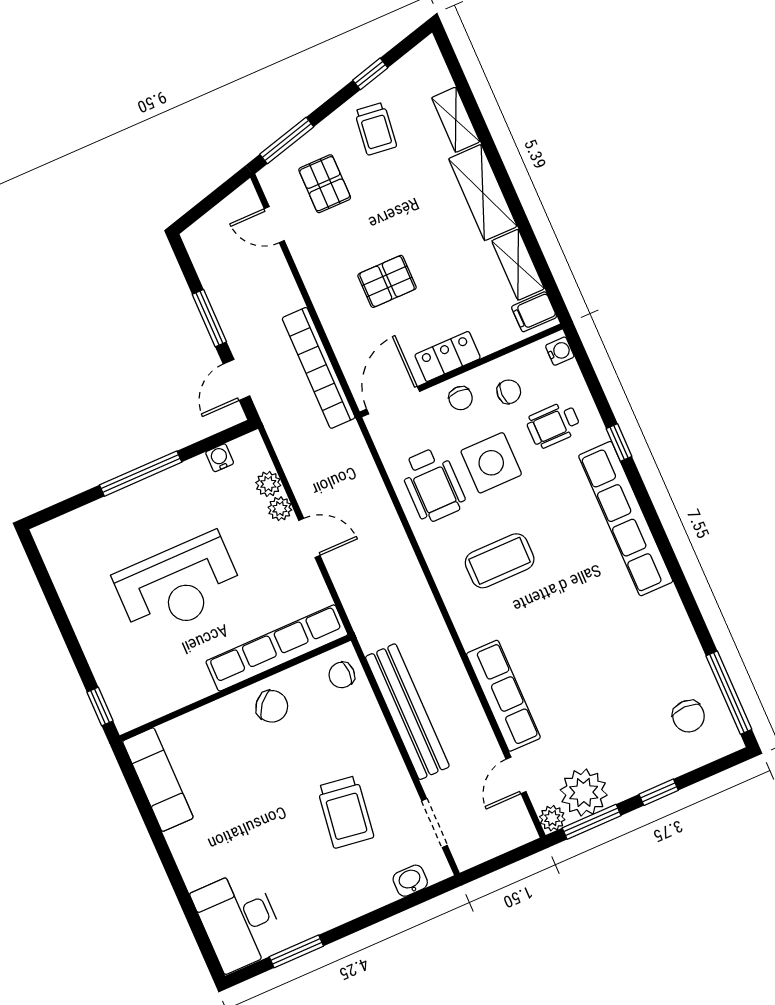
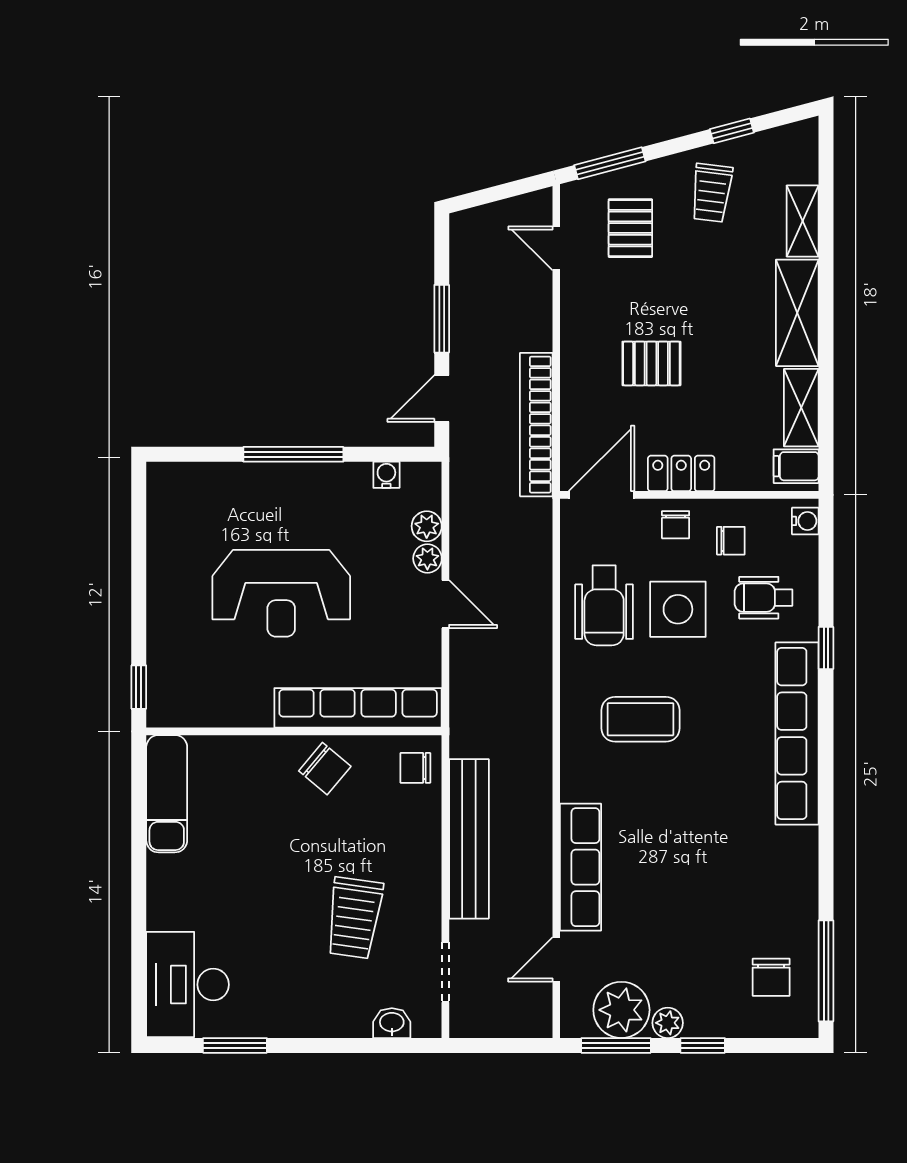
plant: (552, 818) -> (668, 1023), moved

